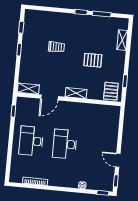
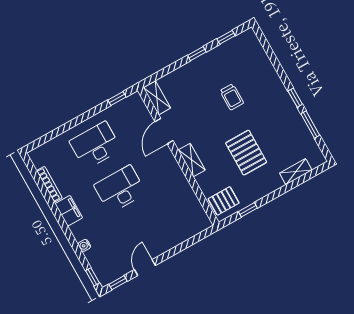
pallet: (93, 60) -> (246, 153), width x1.50, depth x1.42
door: (49, 97) -> (164, 131), hinge flipped
filing cabinet: (57, 181) -> (69, 211), added

